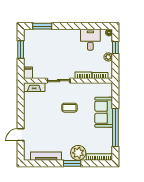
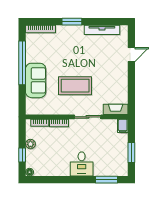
desk: (90, 40) -> (82, 164), moved
coffee table: (69, 108) -> (75, 86), width x1.86, depth x1.72
plant: (78, 153) -> (65, 34), removed

